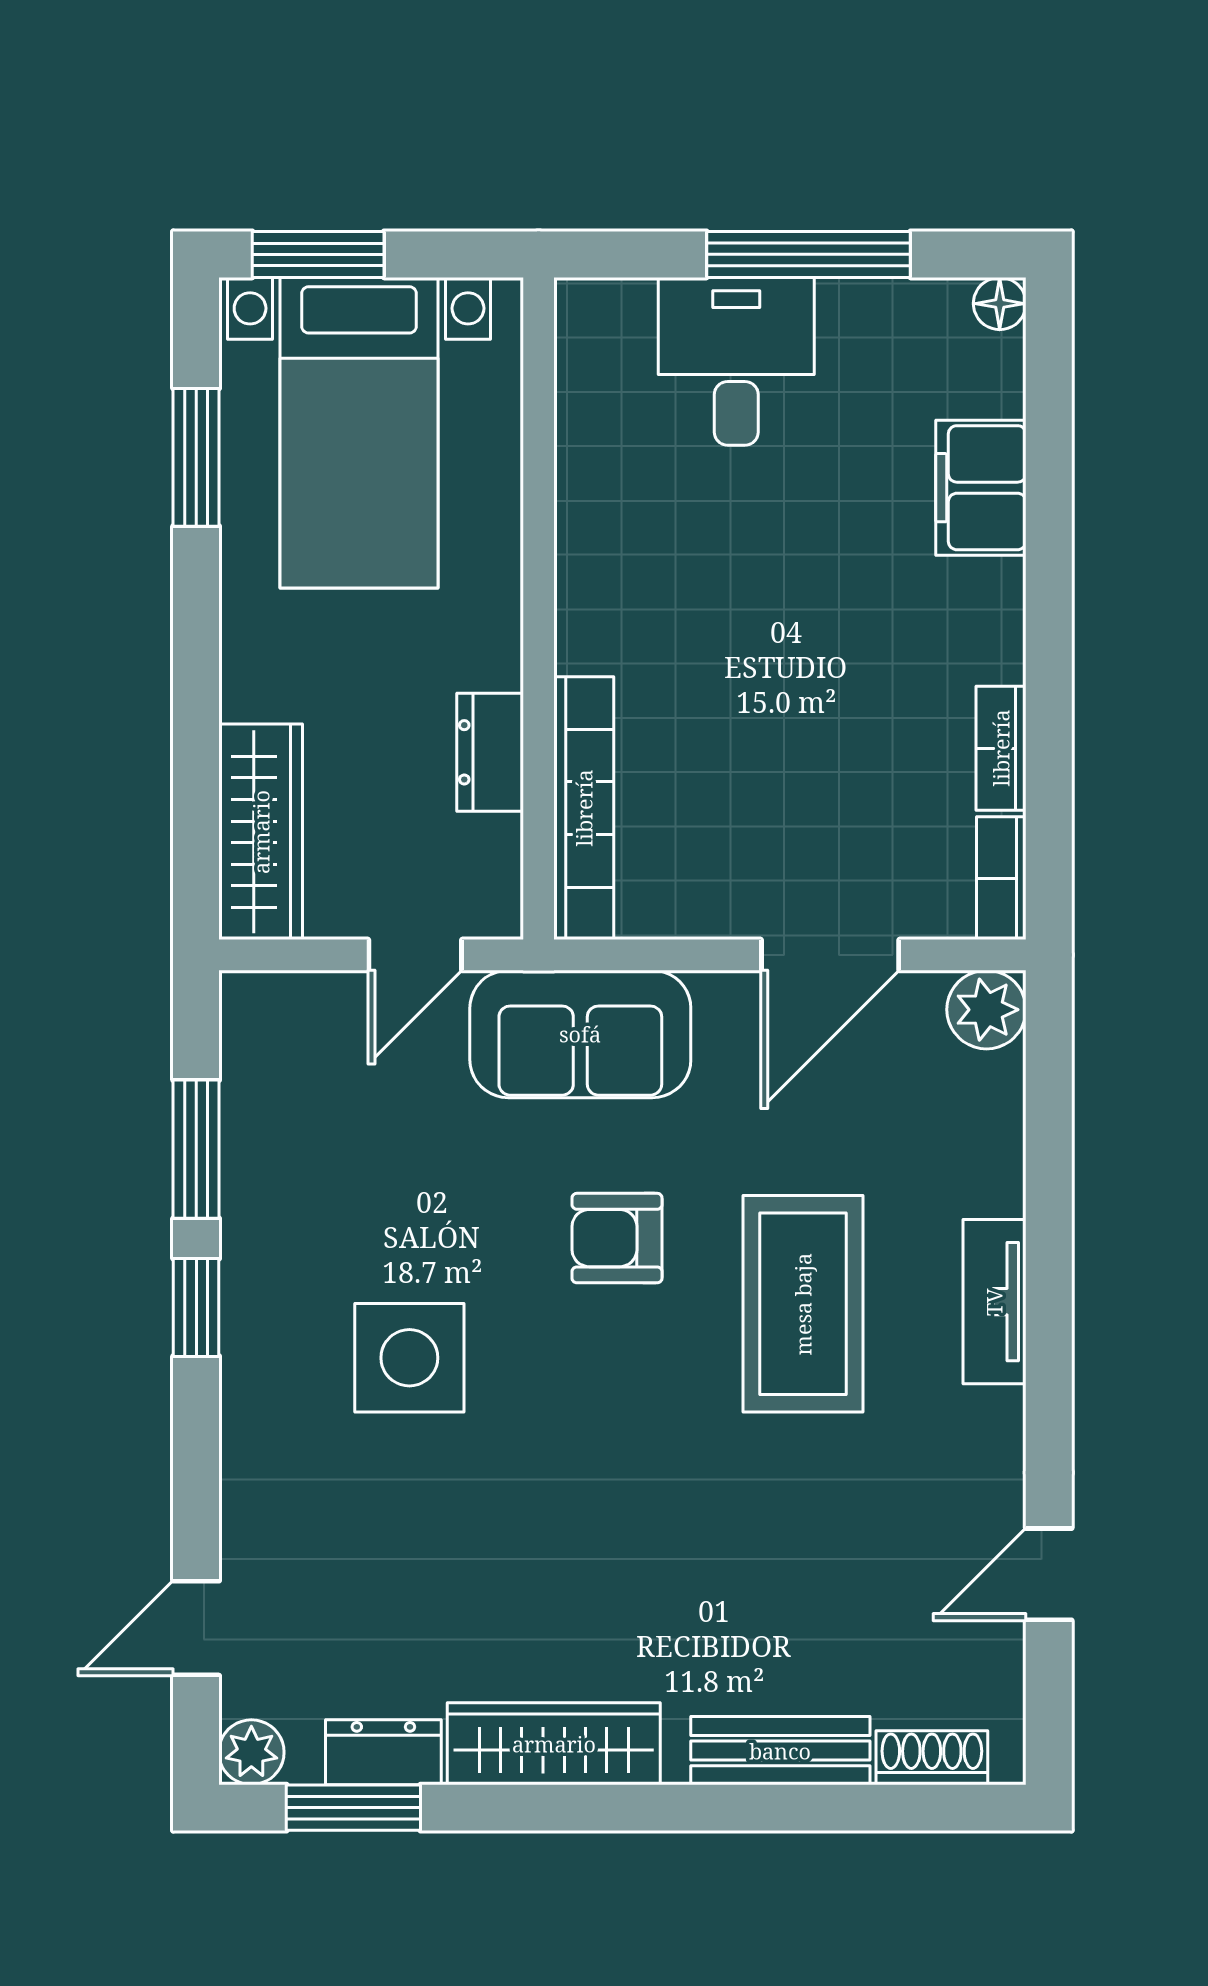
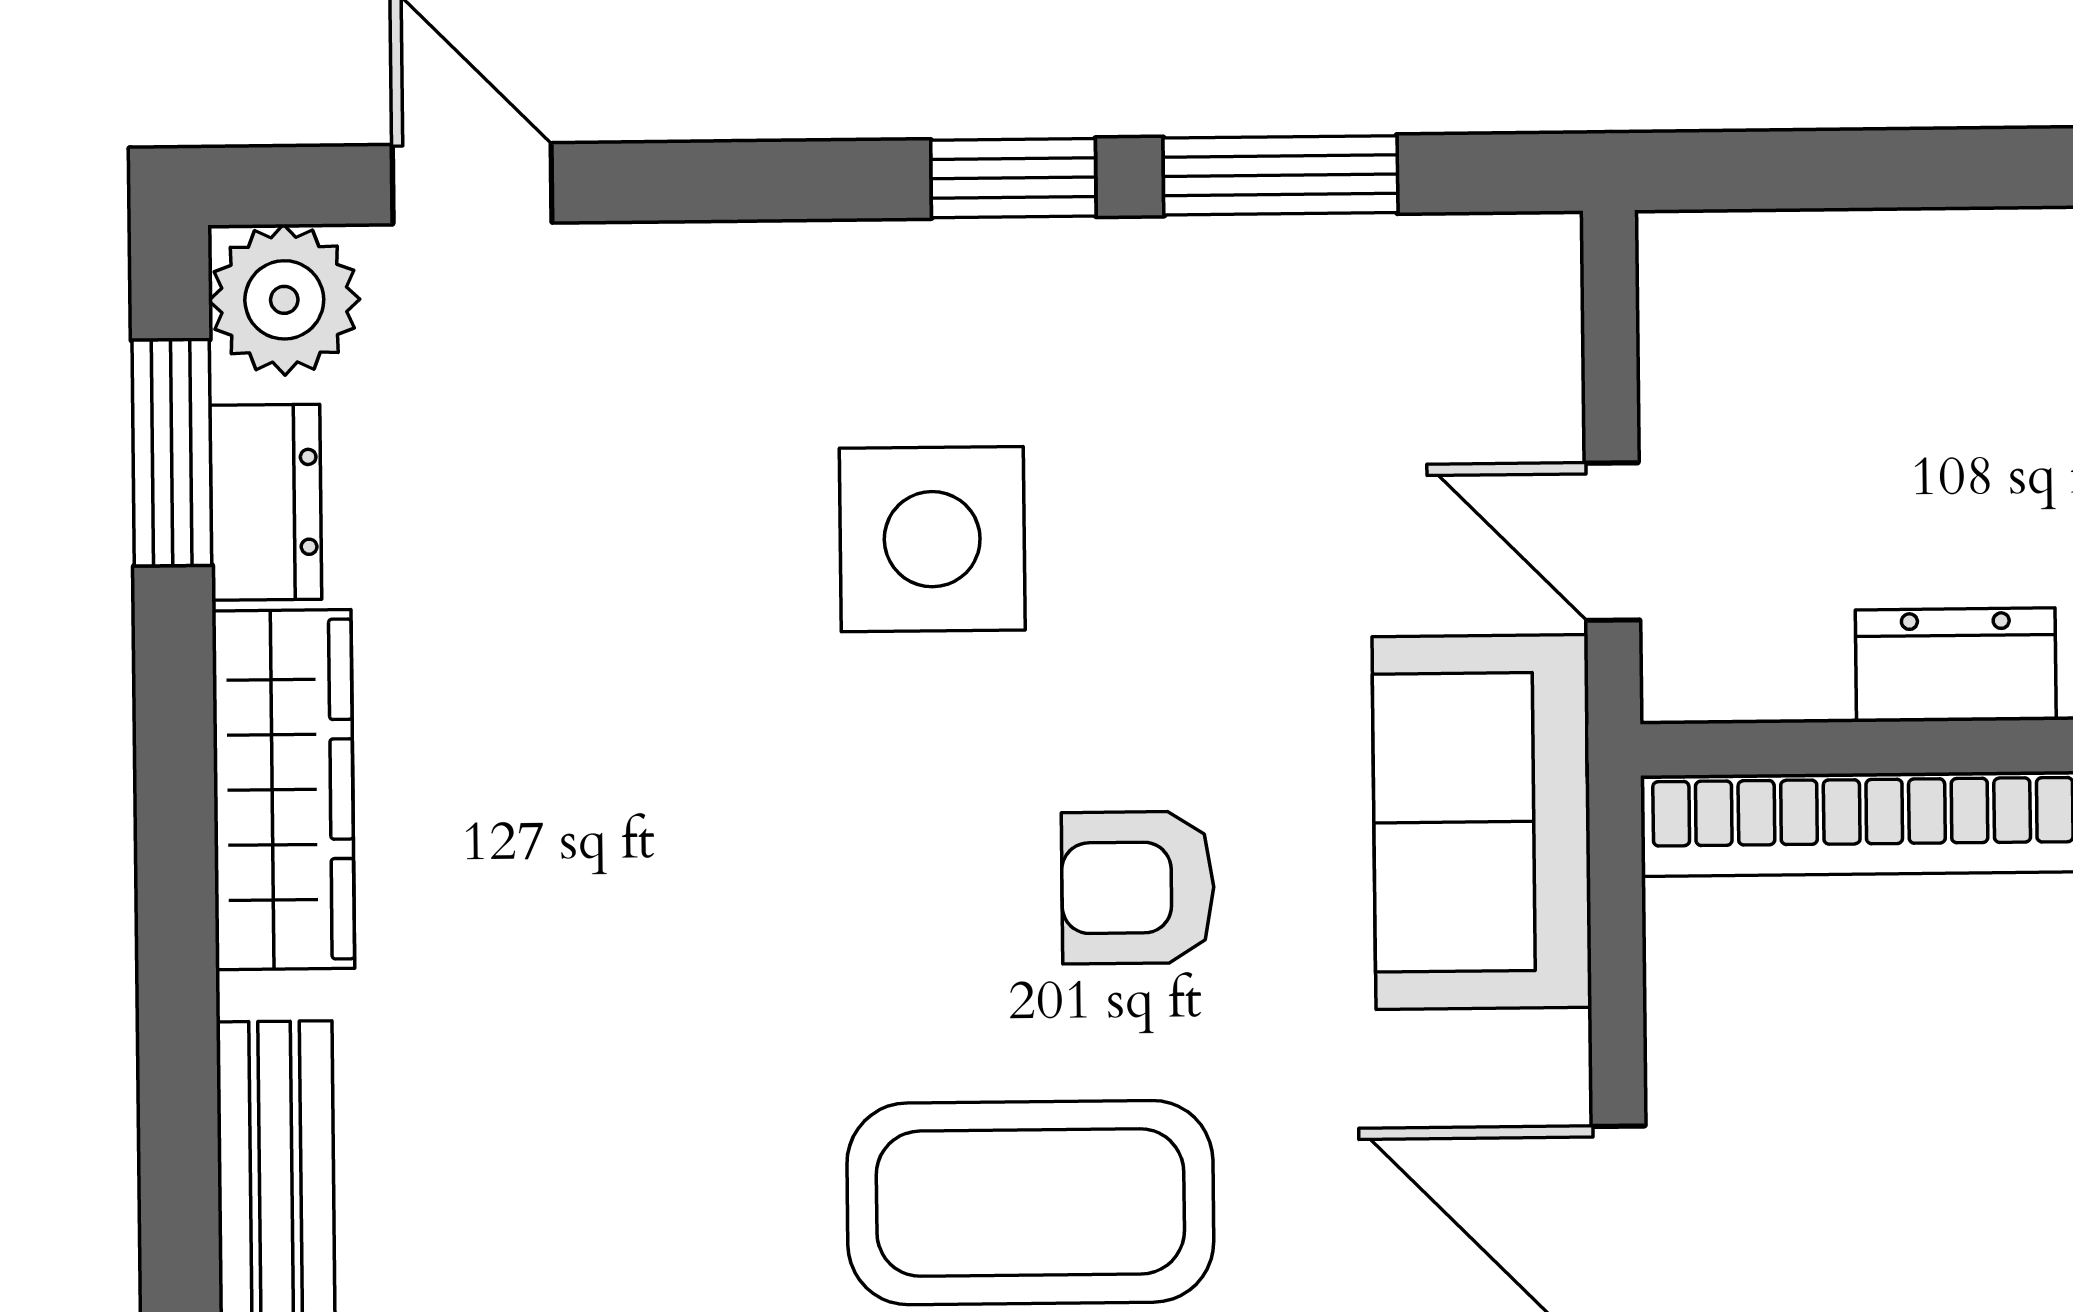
wardrobe: (261, 832) -> (1817, 279), removed
armchair: (617, 1238) -> (1138, 888), turned -90
plant: (251, 1752) -> (284, 300), width x1.38, depth x1.38

